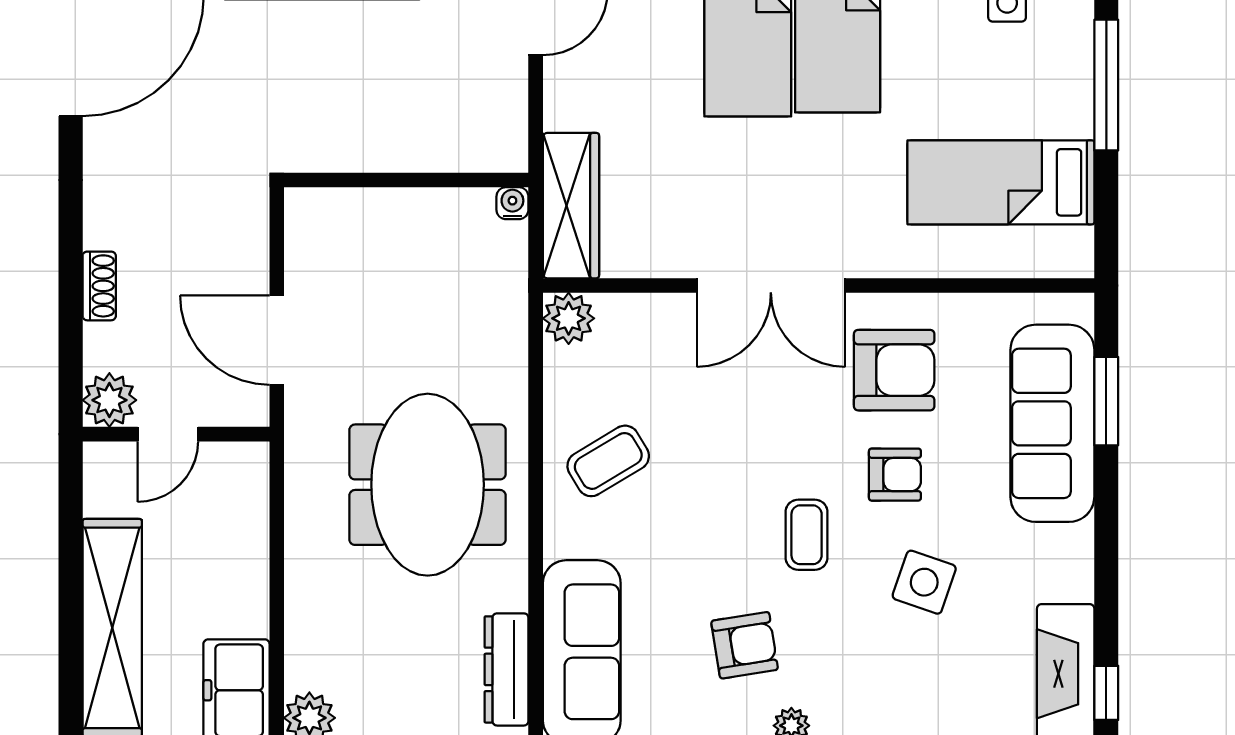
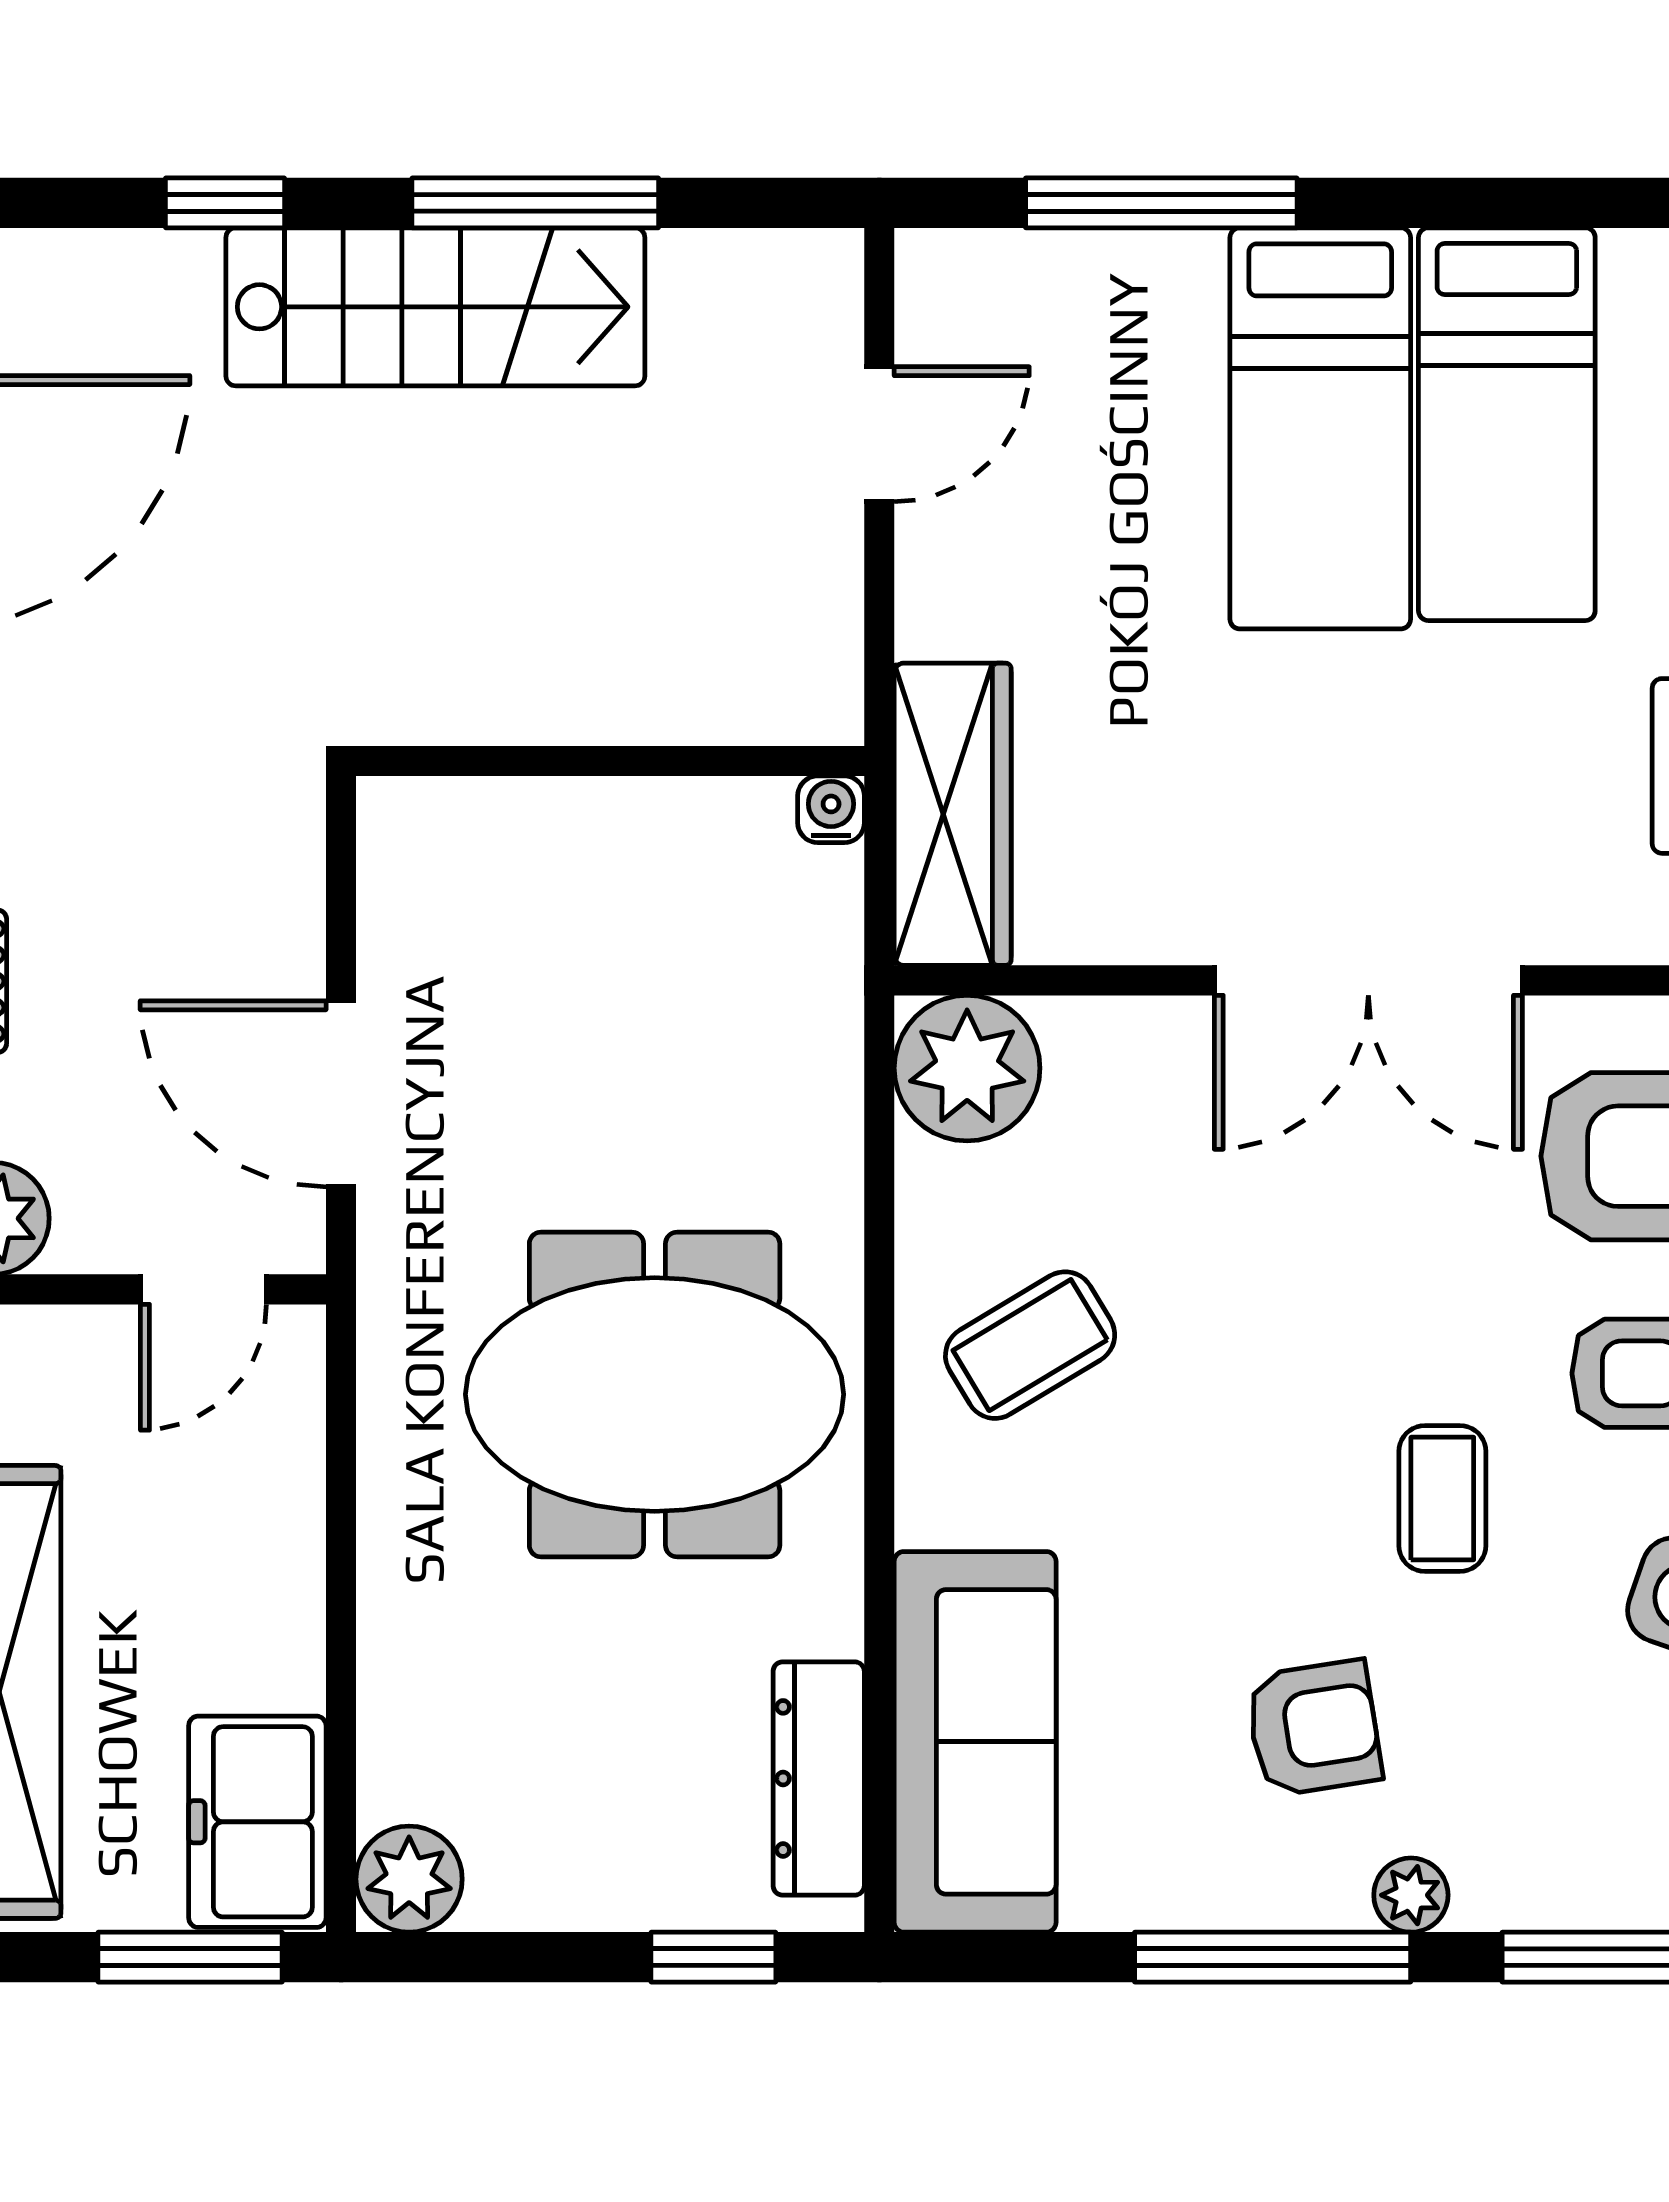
plant: (569, 318) -> (967, 1068), width x1.36, depth x1.36
door: (168, 434) -> (203, 1289), moved
meeting table: (428, 485) -> (655, 1394), turned 90

